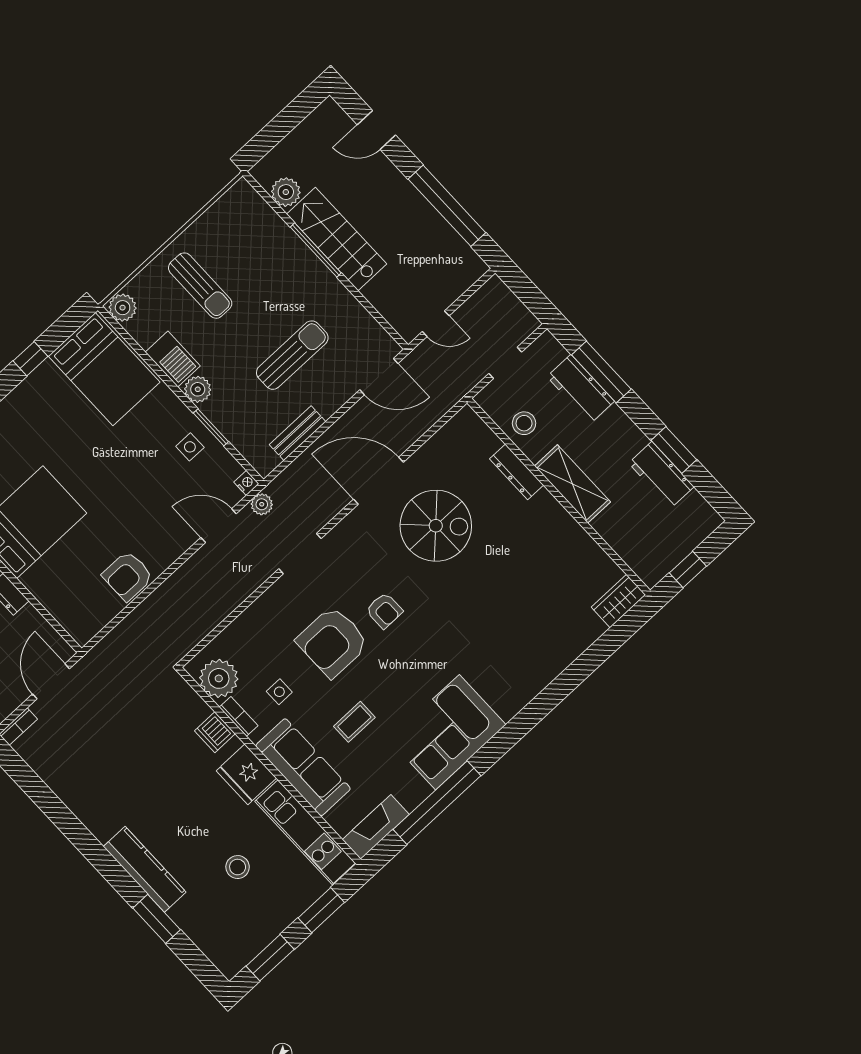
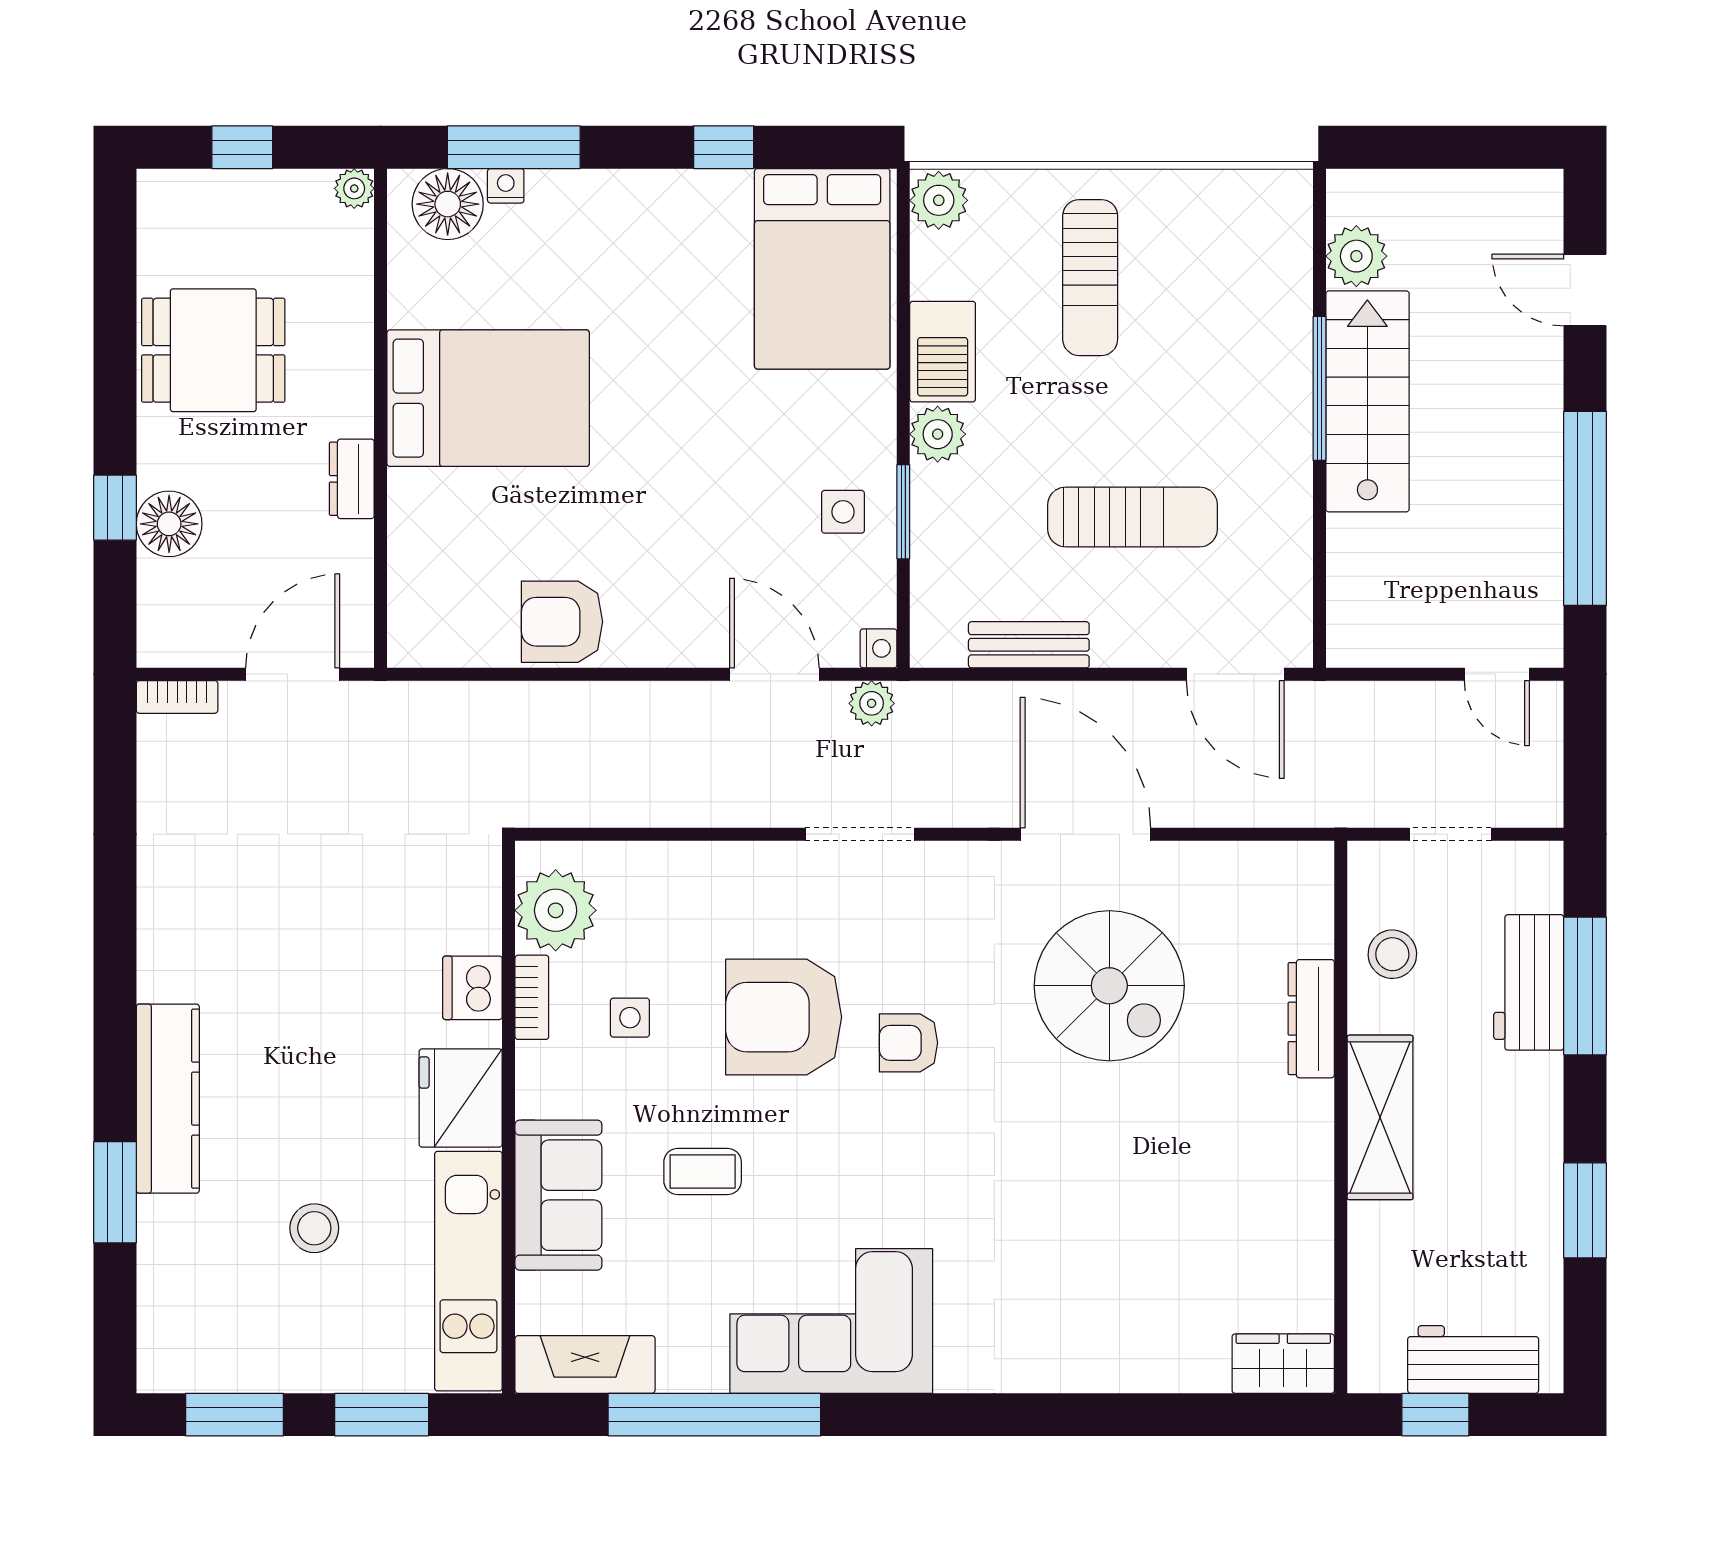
door: (436, 324) -> (1497, 674), moved
workbench: (661, 475) -> (1473, 1359), moved, turned 90
armchair: (384, 610) -> (908, 1043), turned 90
sofa: (303, 767) -> (558, 1195), width x0.73

